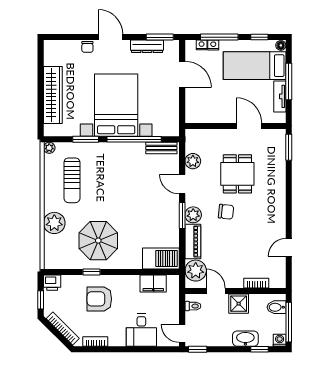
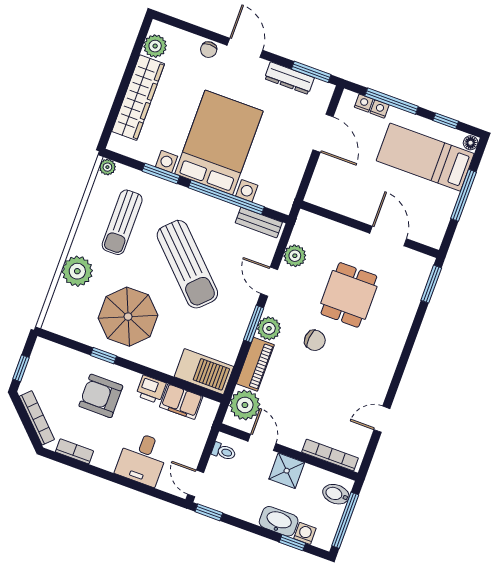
plant: (52, 57) -> (155, 46), added
tv unit: (280, 96) -> (444, 211), removed
sun lounger: (125, 192) -> (187, 264), added
printer: (52, 283) -> (151, 389), moved
bookcase: (256, 283) -> (330, 455), width x1.56
washing machine: (280, 340) -> (305, 533), moved

